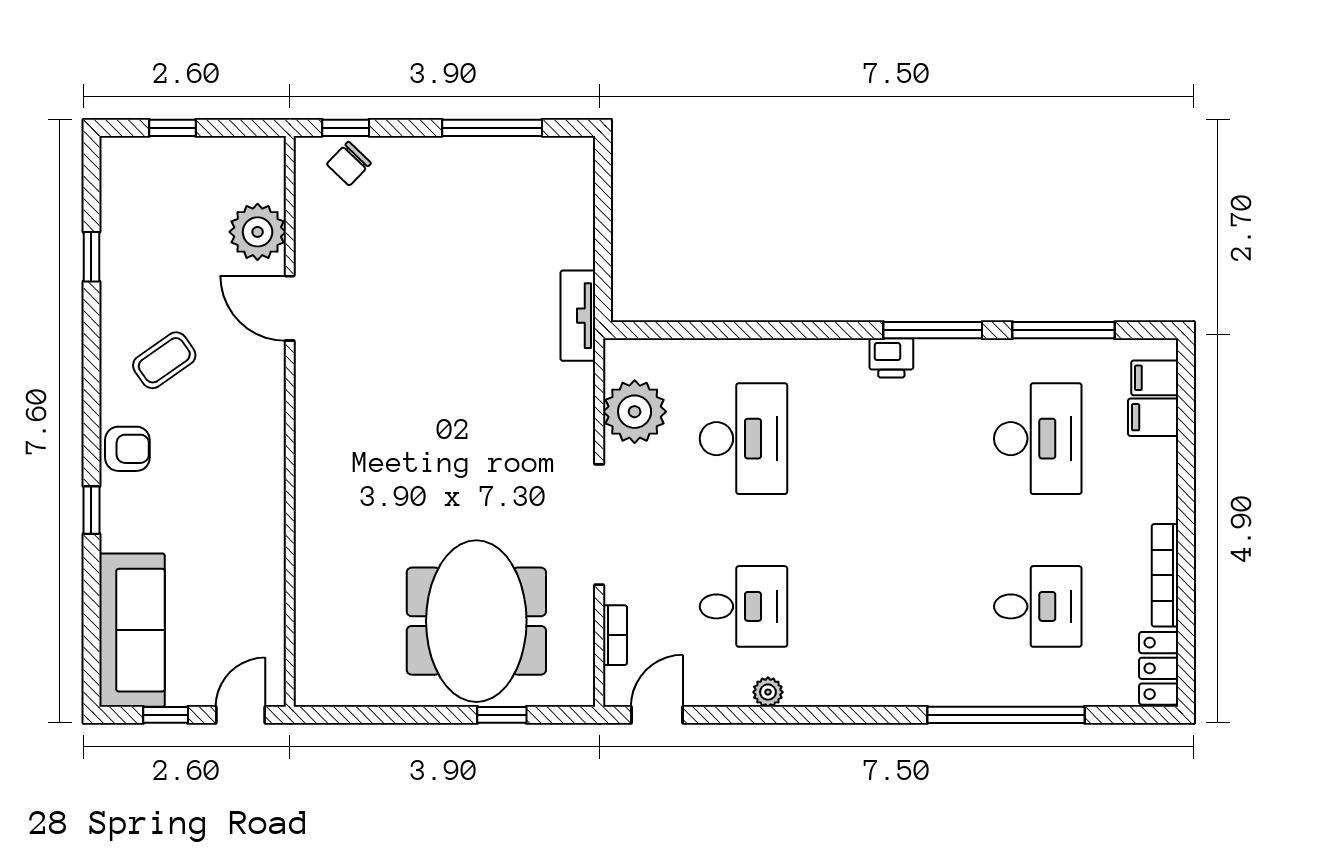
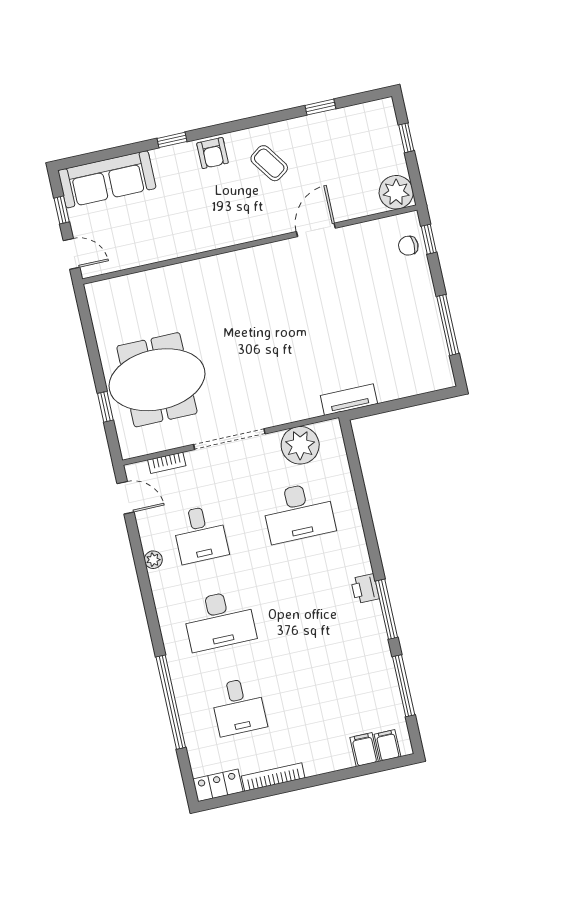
chair: (349, 164) -> (408, 246), turned -46
plant: (258, 232) -> (396, 192), moved
desk: (1038, 439) -> (219, 620), moved

